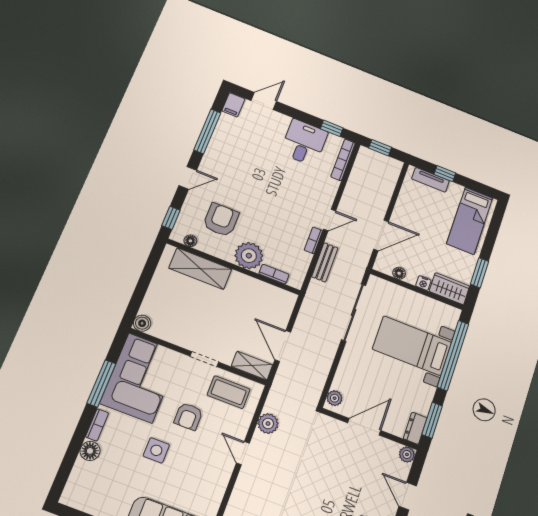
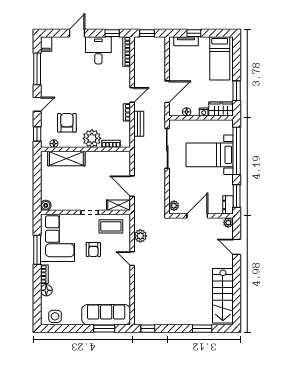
door: (264, 101) -> (77, 33), moved
side table: (156, 450) -> (55, 316), moved

